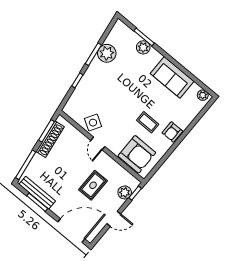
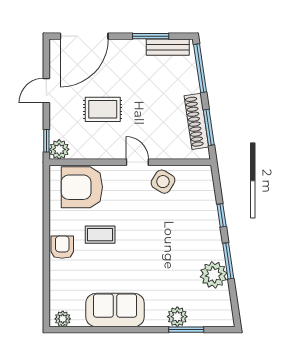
rug: (93, 185) -> (103, 109), turned 90
plant: (125, 192) -> (59, 149), moved
bench: (37, 193) -> (168, 47), width x0.73

